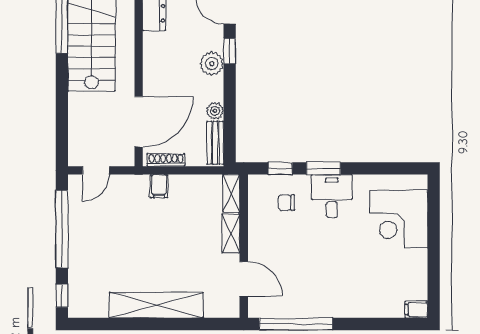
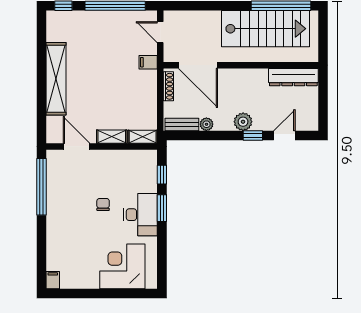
filing cabinet: (159, 186) -> (148, 62), moved
desk: (332, 196) -> (140, 215), width x1.37
chair: (286, 203) -> (103, 204), moved
door: (244, 279) -> (77, 146), swing flipped

